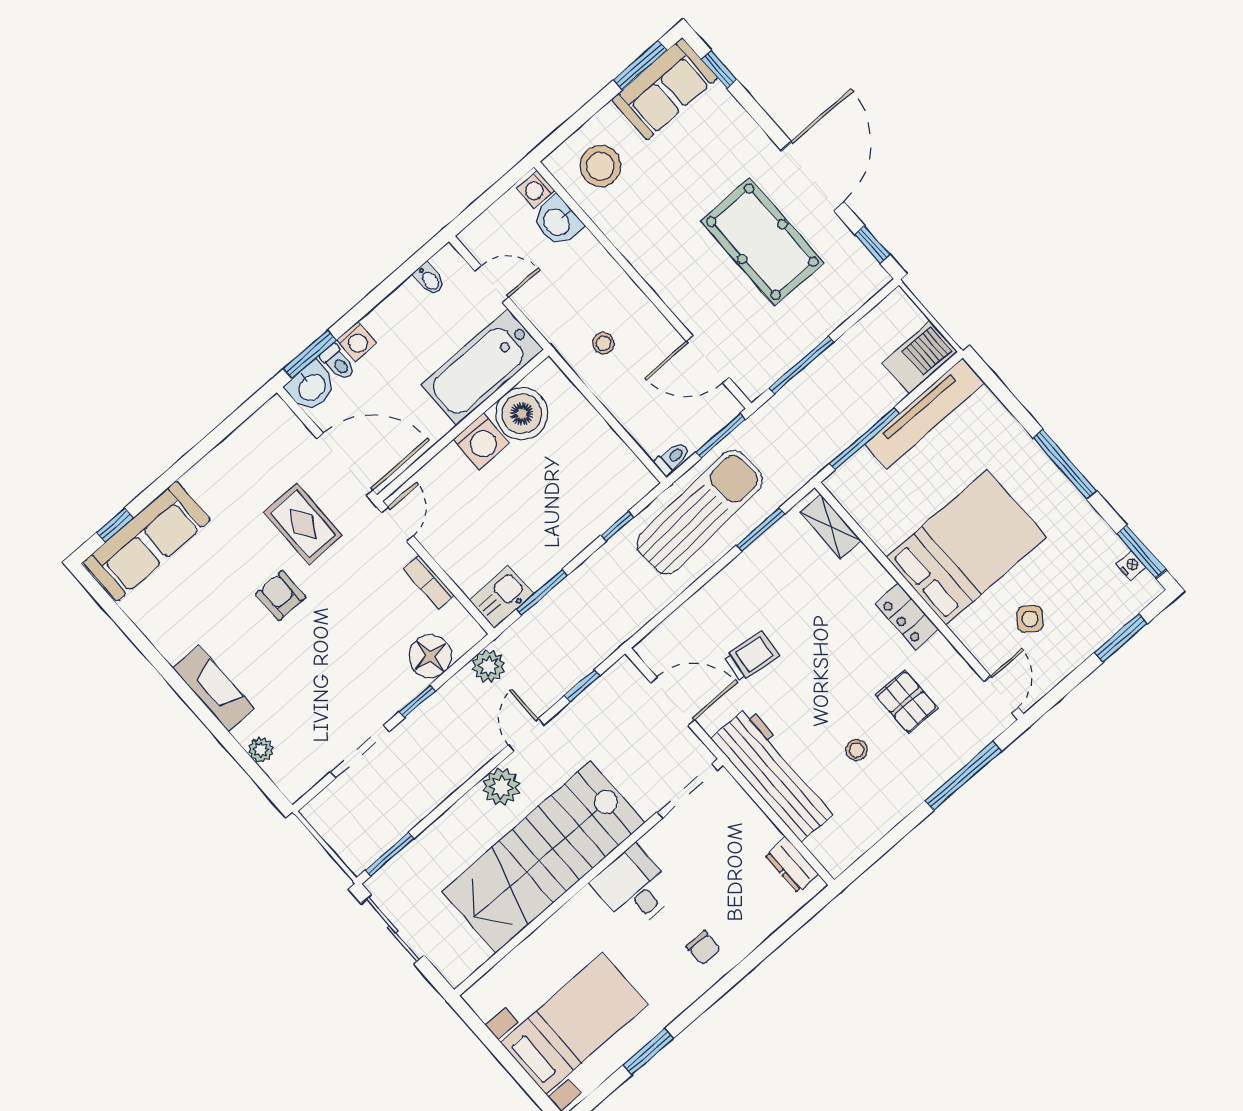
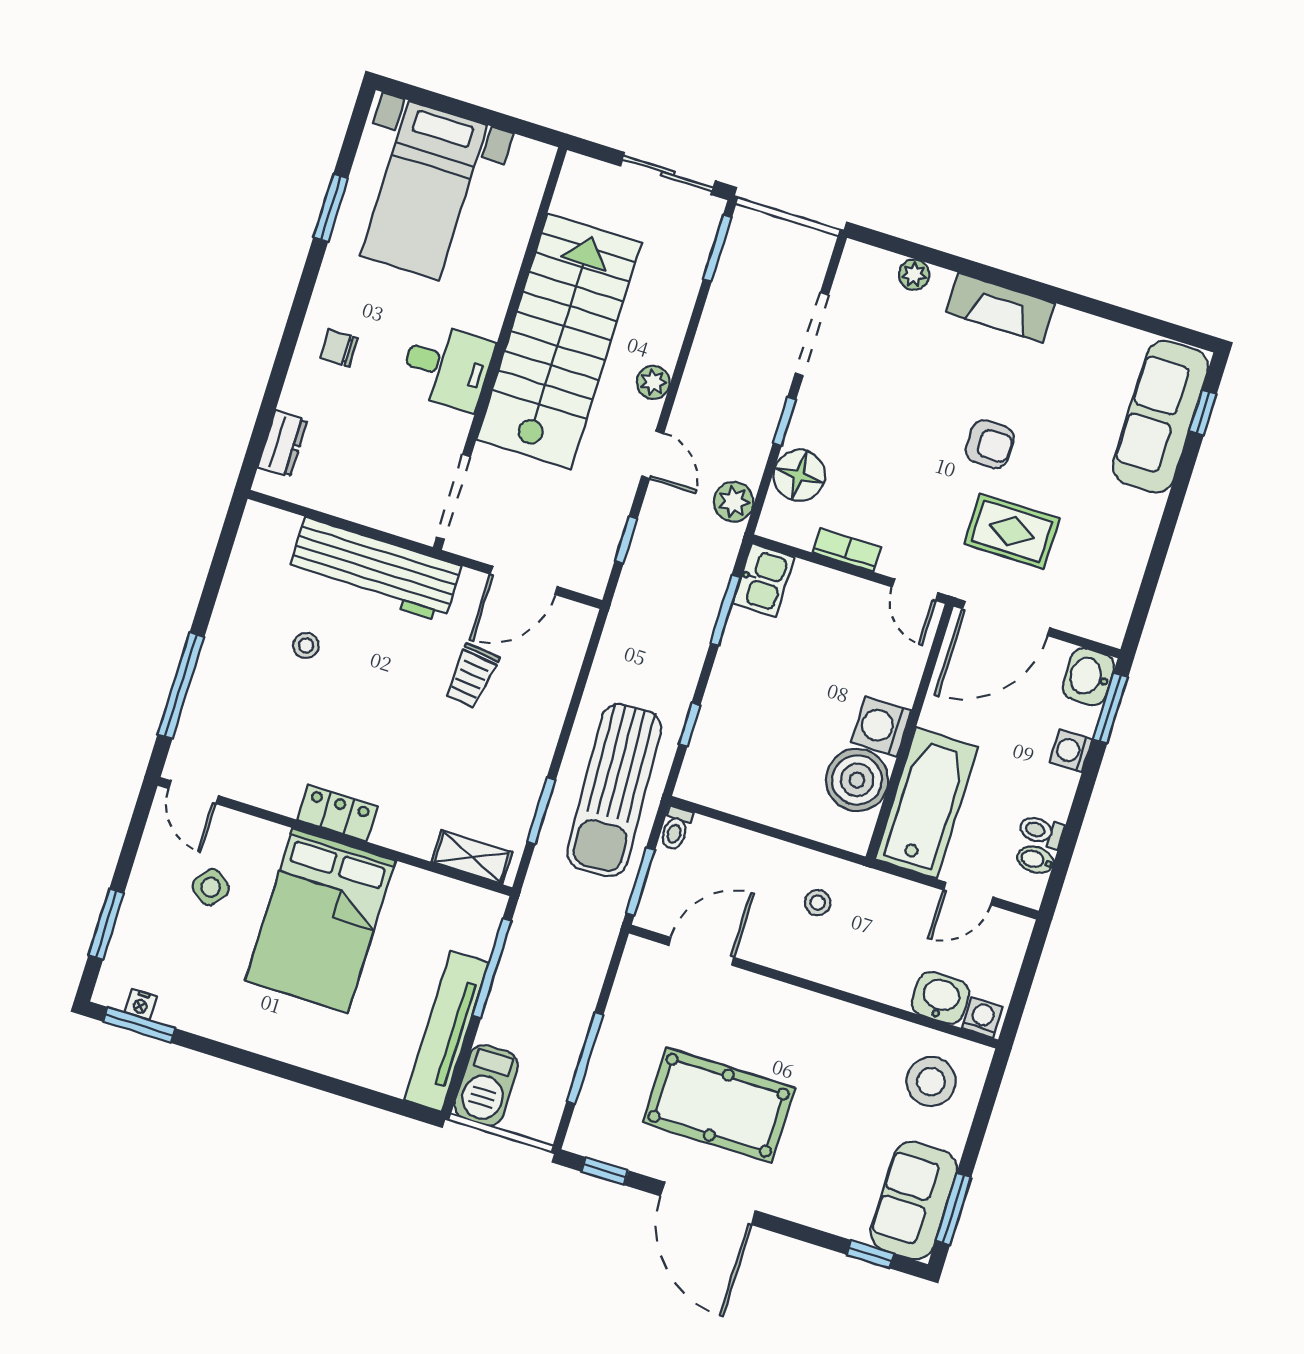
toilet: (338, 362) -> (1041, 831), moved
window: (801, 365) -> (585, 1058), moved
window: (1065, 464) -> (271, 1066), removed
pallet: (907, 702) -> (285, 726), removed
plant: (501, 787) -> (653, 382), width x0.73, depth x0.73
dresser: (792, 865) -> (283, 444), moved, turned 90

